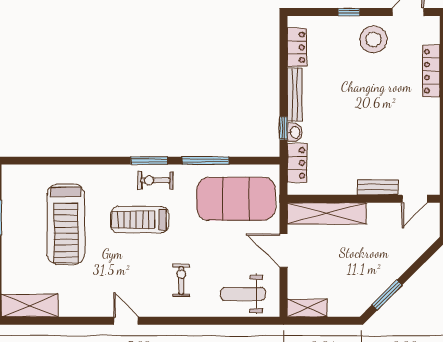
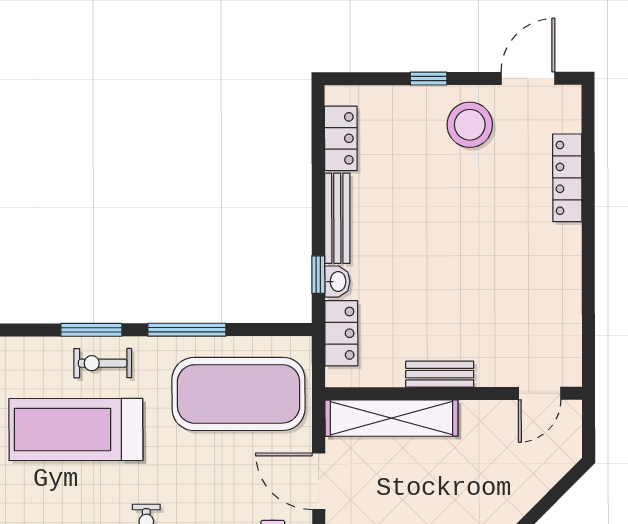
bench: (378, 187) -> (440, 374), moved
treadmill: (140, 220) -> (76, 430), width x1.37, depth x1.38

